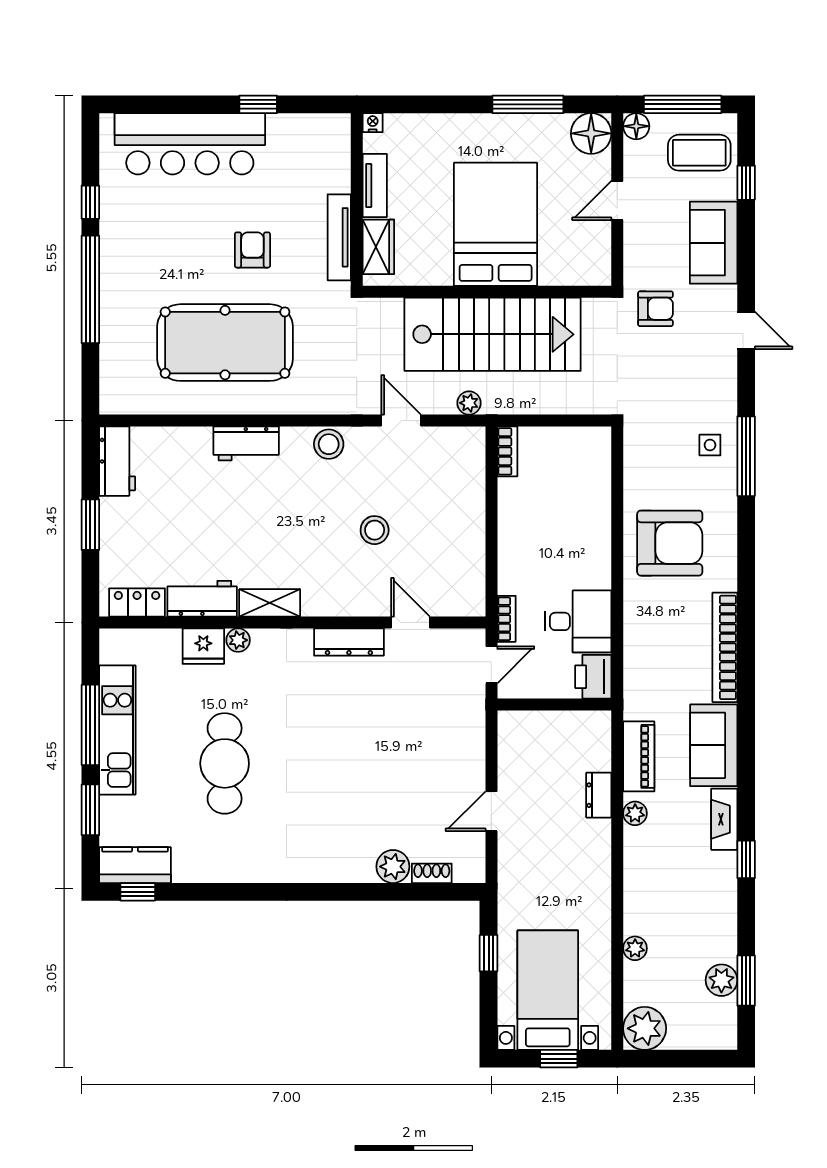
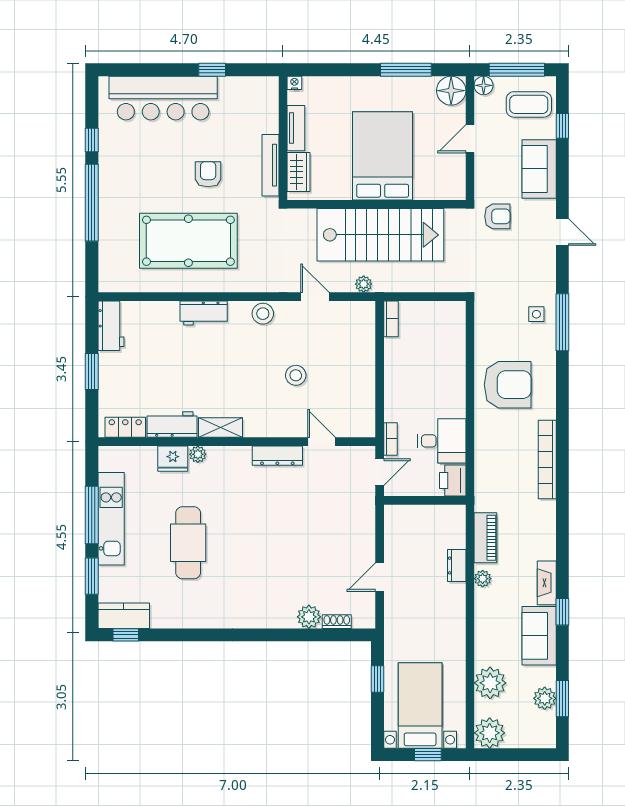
sofa: (714, 745) -> (539, 636), moved
plant: (635, 948) -> (490, 683), width x1.87, depth x1.87

